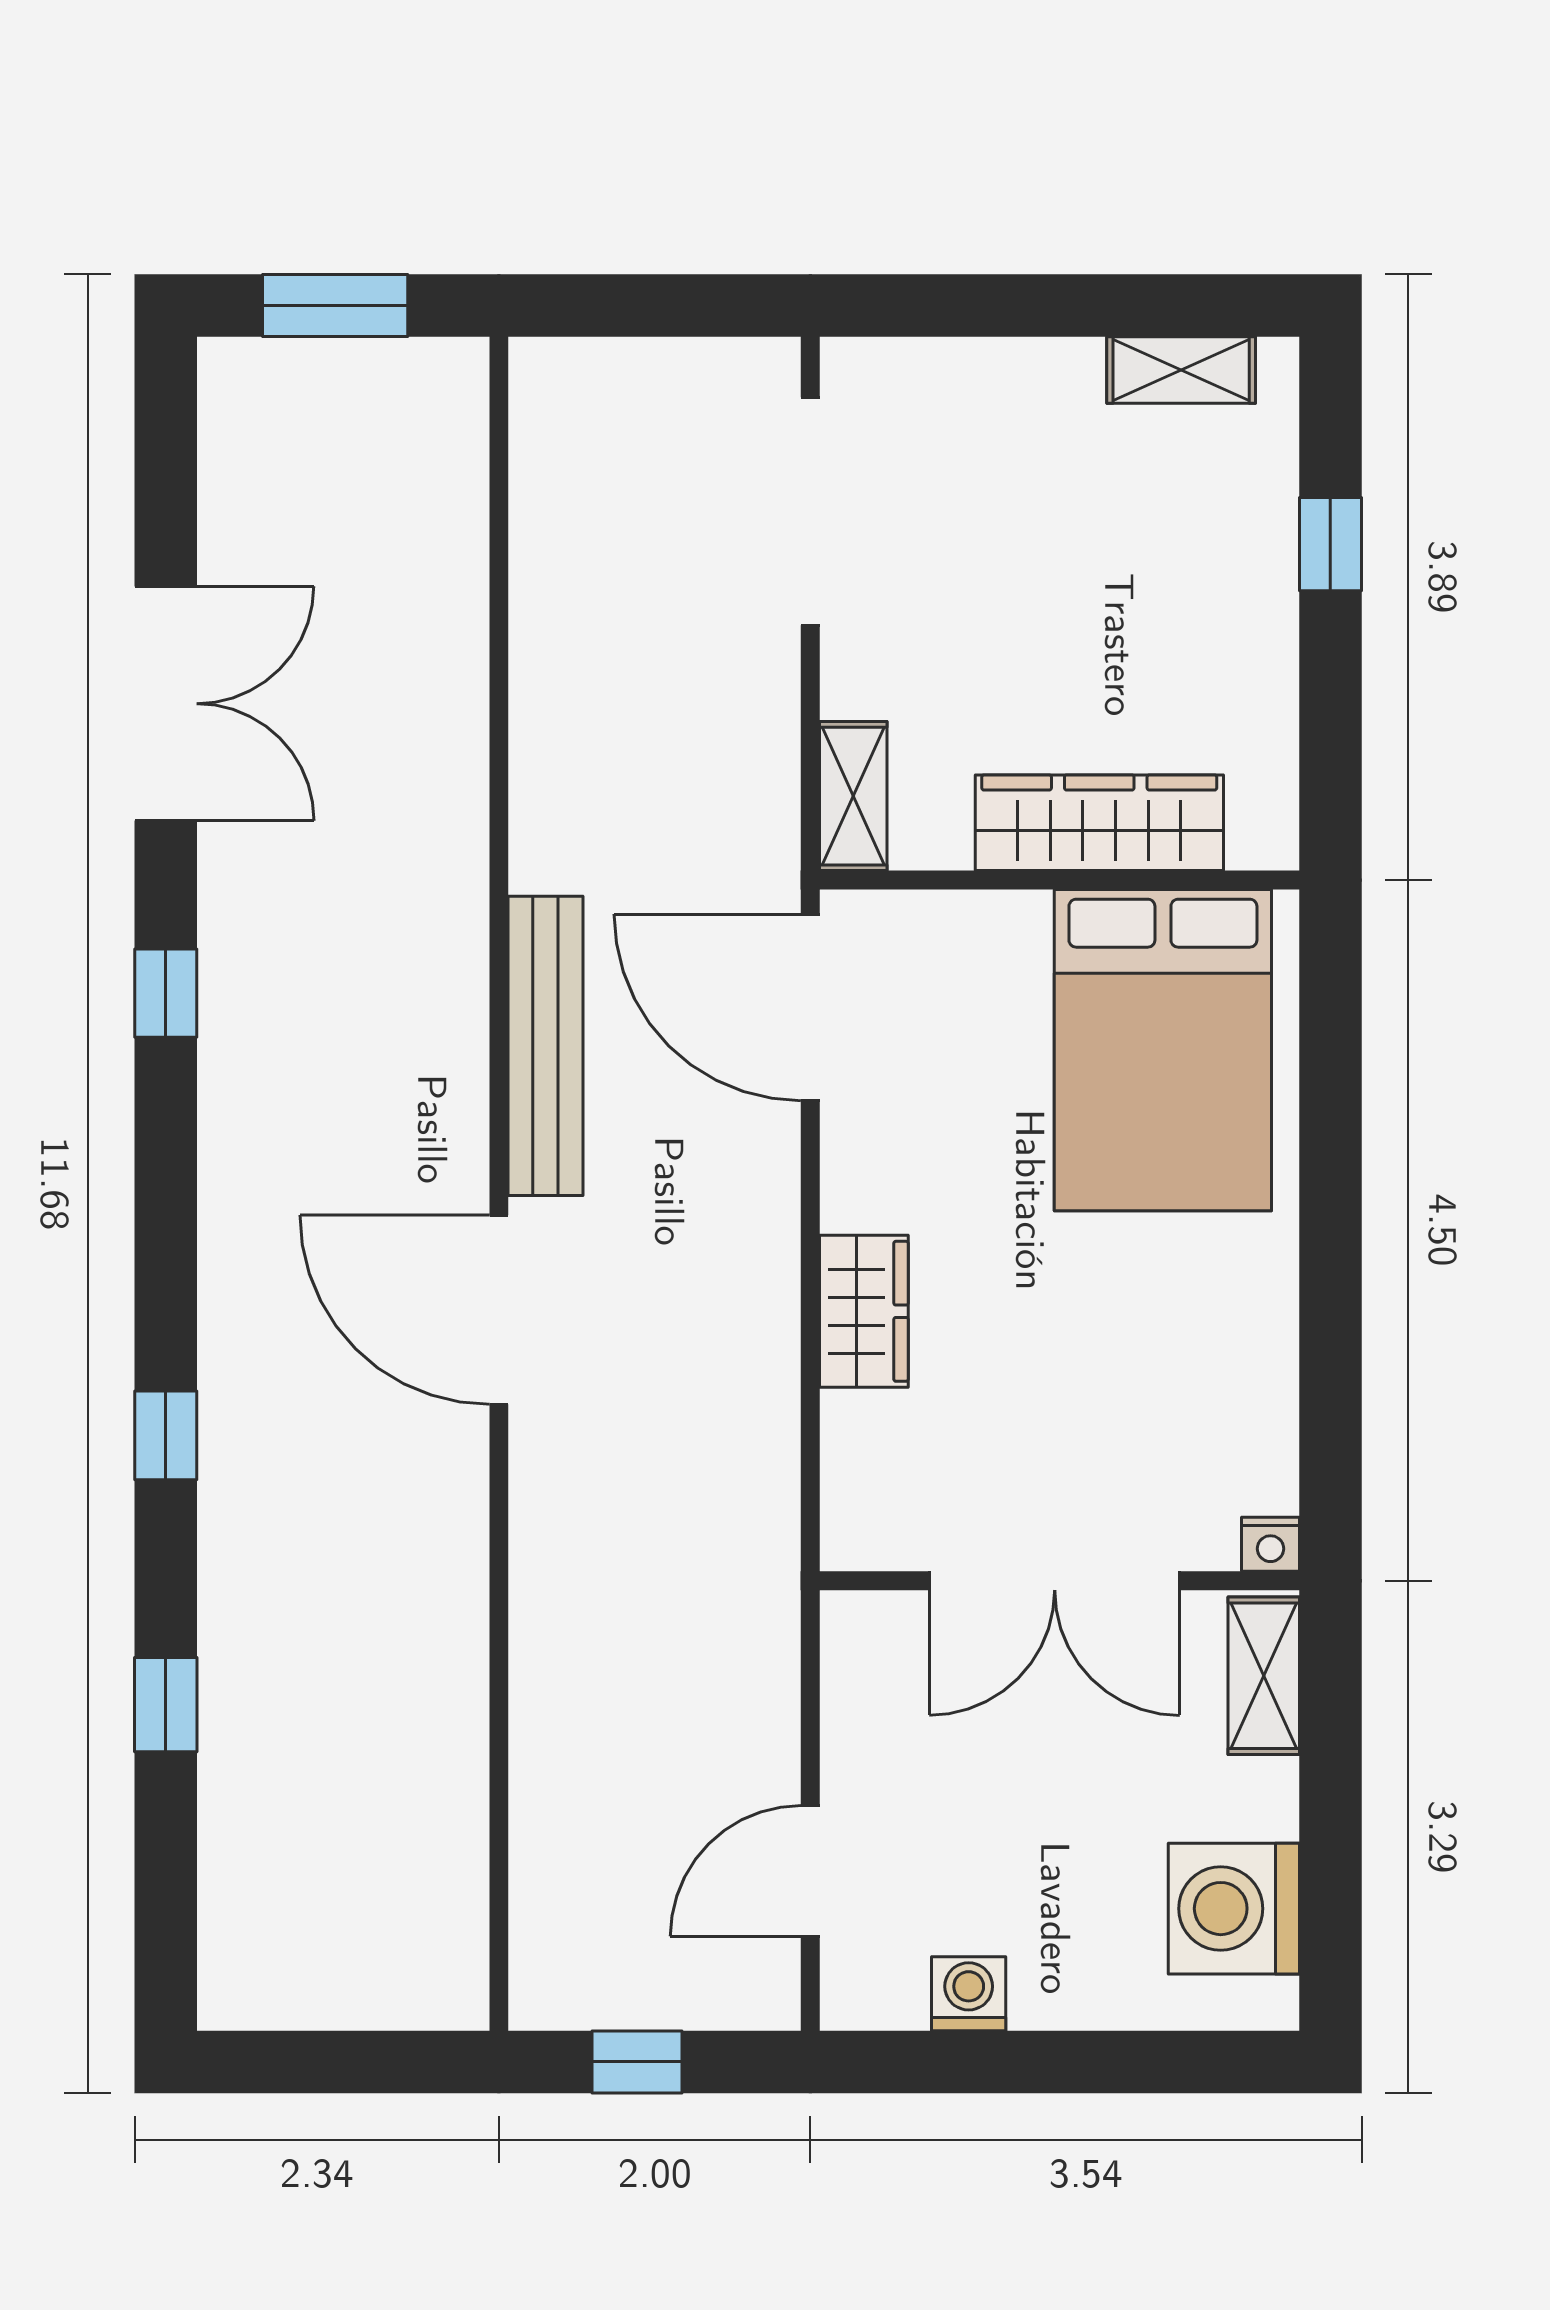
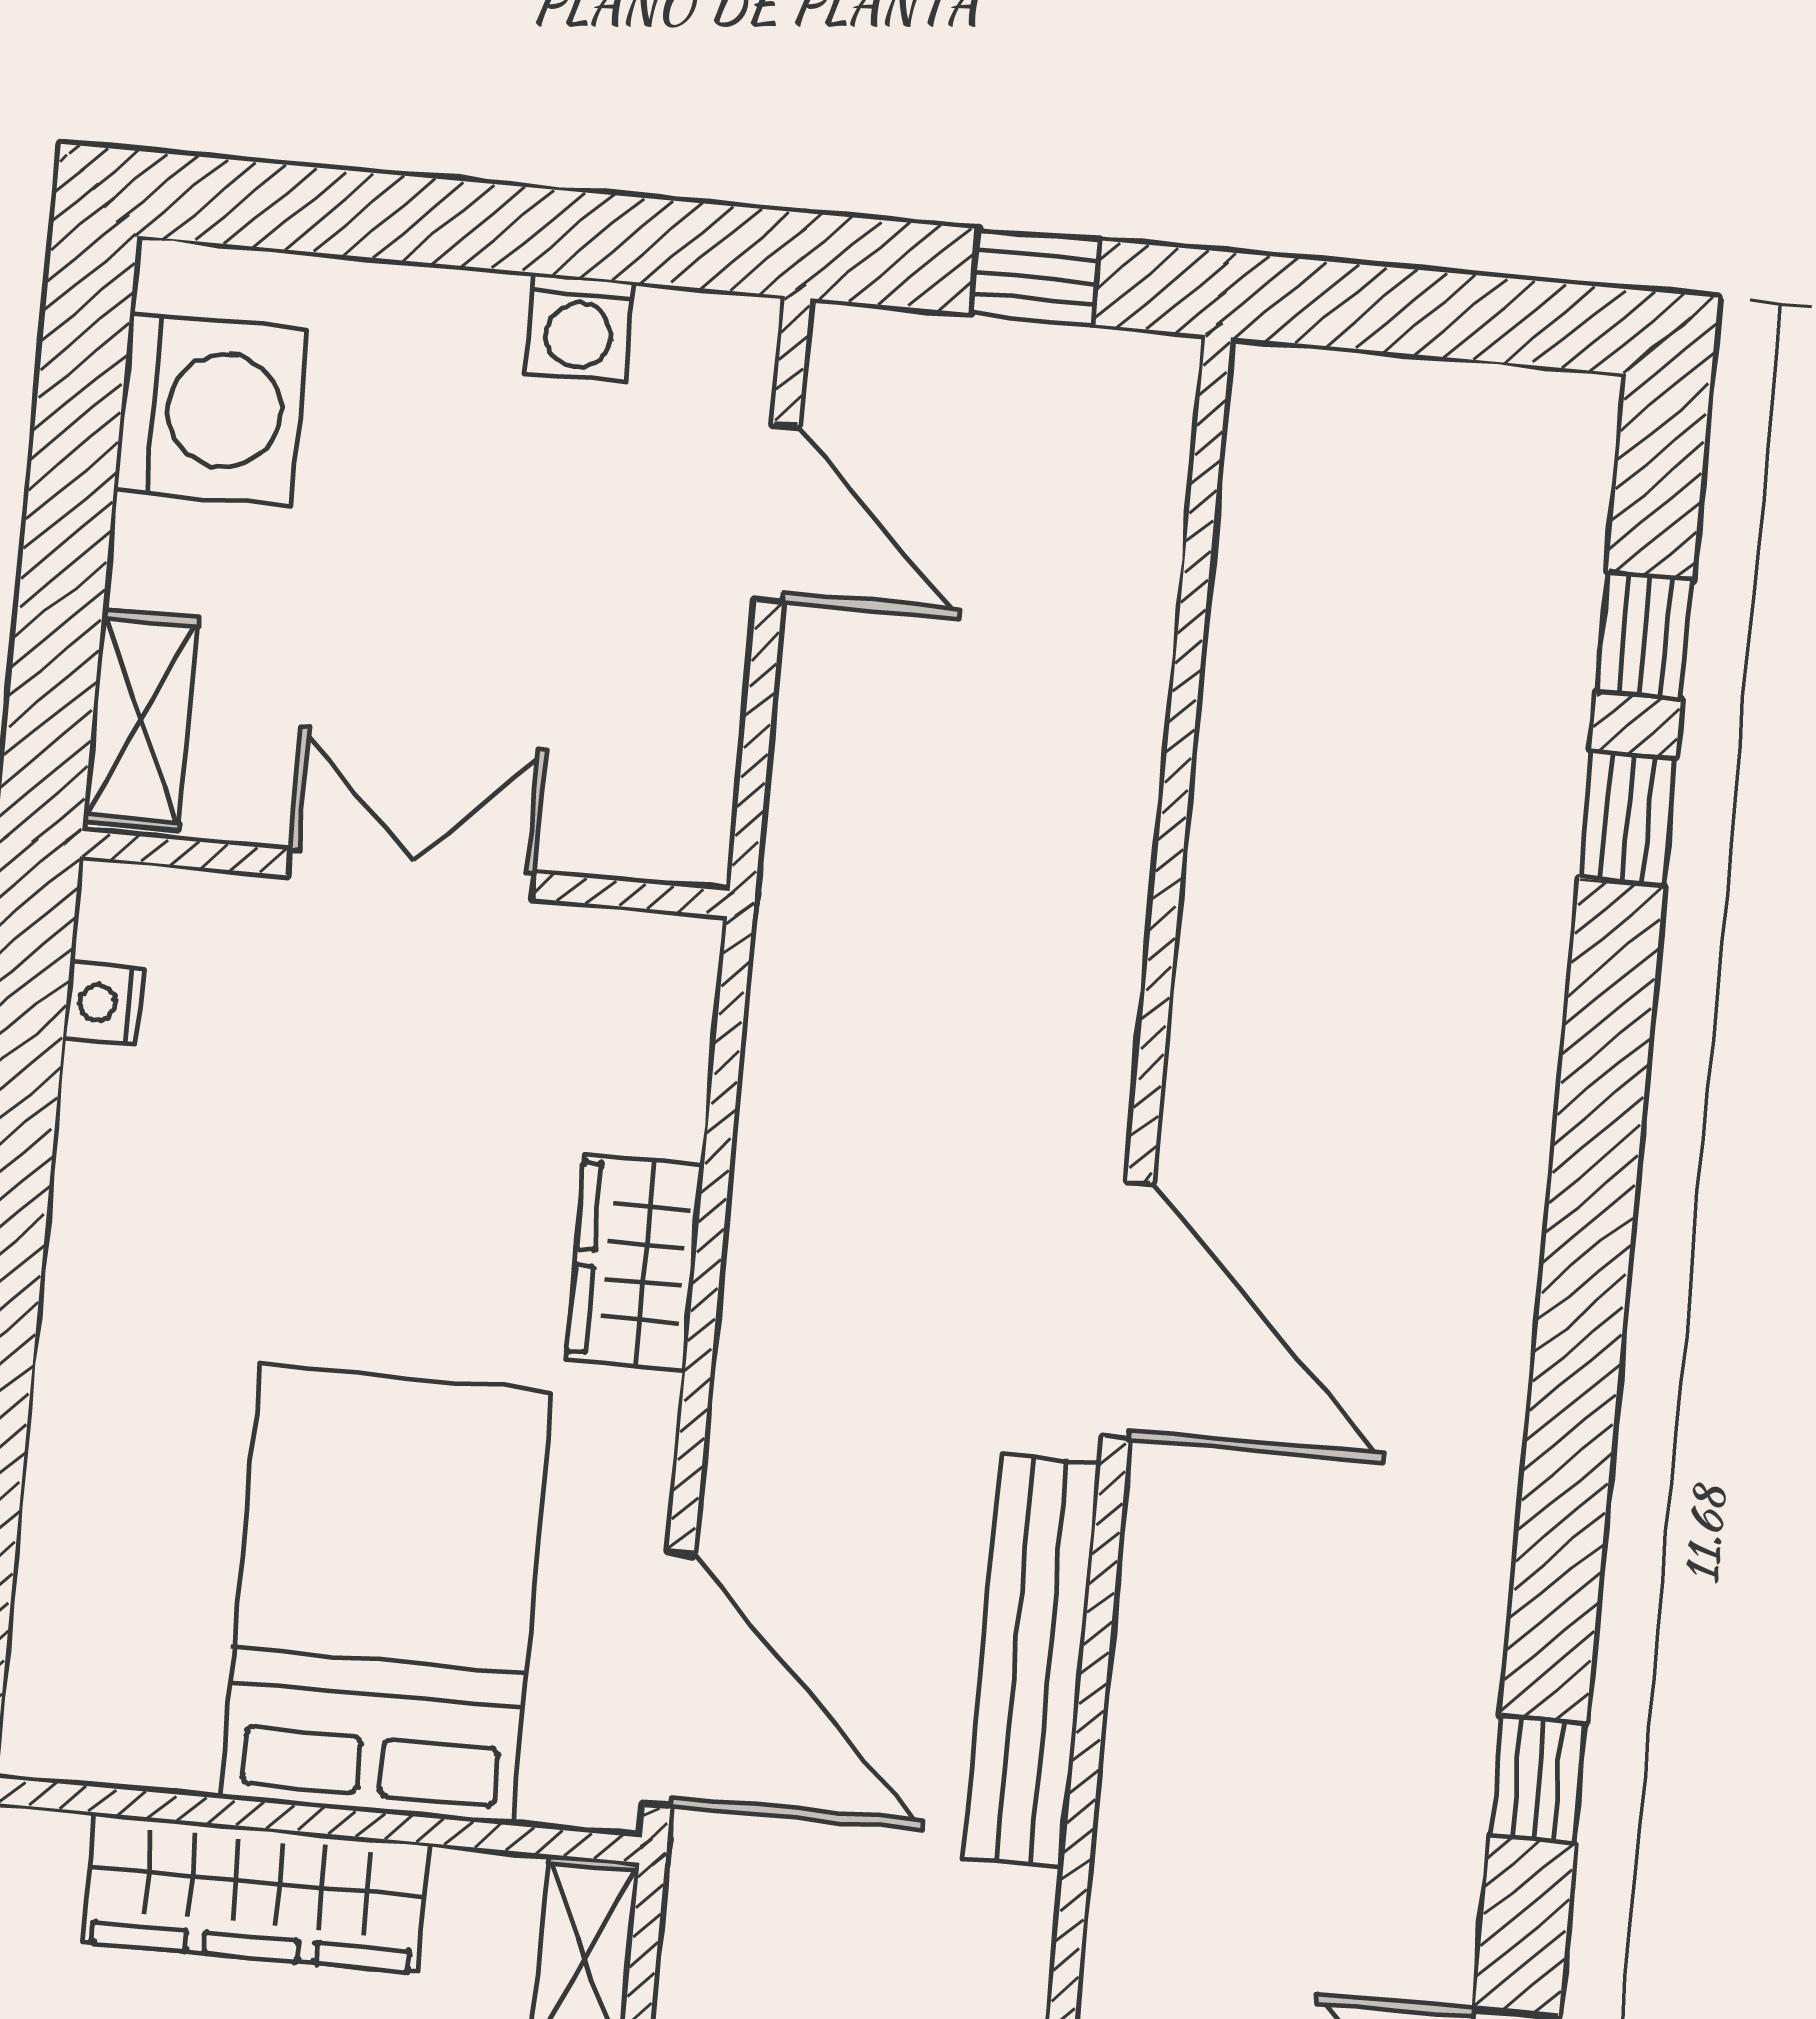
bed: (1163, 1050) -> (386, 1595), moved
window: (166, 1435) -> (1644, 635), moved
nightstand: (1270, 1544) -> (103, 1003), moved, turned -90
double door: (1055, 1581) -> (411, 874), width x0.73
door: (810, 1871) -> (778, 513), hinge flipped

